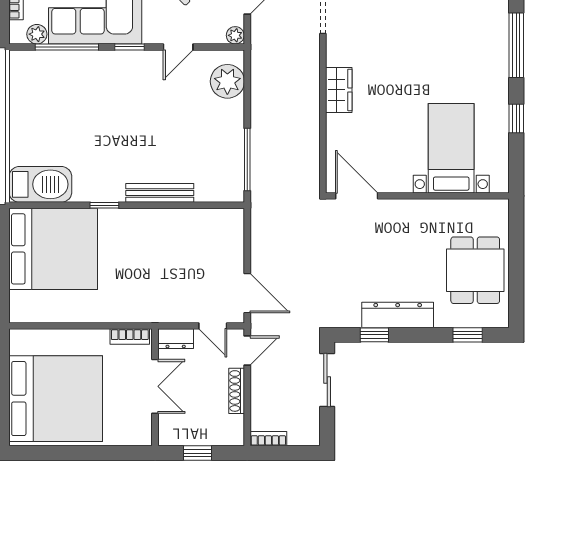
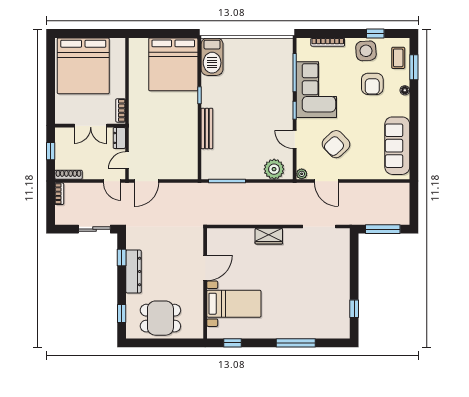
plant: (37, 34) -> (302, 55), removed
window: (516, 119) -> (233, 343), moved
door: (357, 196) -> (205, 268), moved
shoe rack: (237, 391) -> (68, 175), moved

